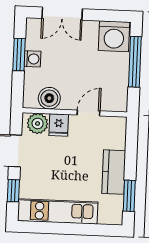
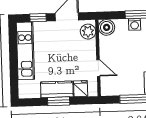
boiler: (49, 98) -> (107, 27), moved
fridge: (59, 125) -> (81, 89), moved, turned 90
window: (129, 196) -> (59, 101), moved

